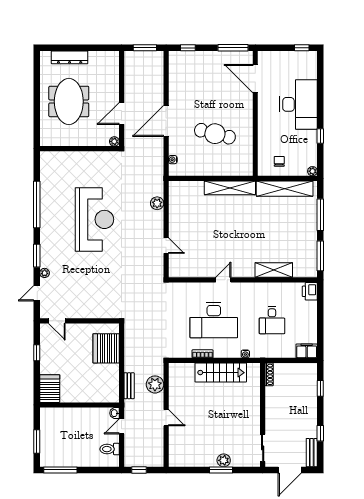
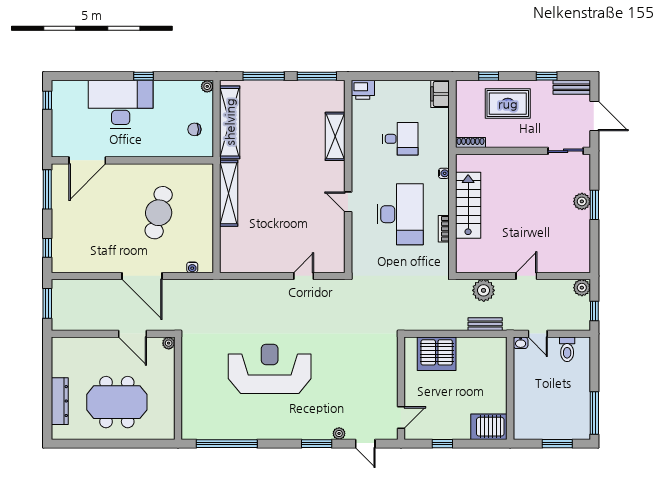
window: (320, 136) -> (144, 76), moved
plant: (157, 203) -> (582, 288), moved
window: (37, 205) -> (227, 444), moved
rug: (299, 403) -> (508, 104), added

